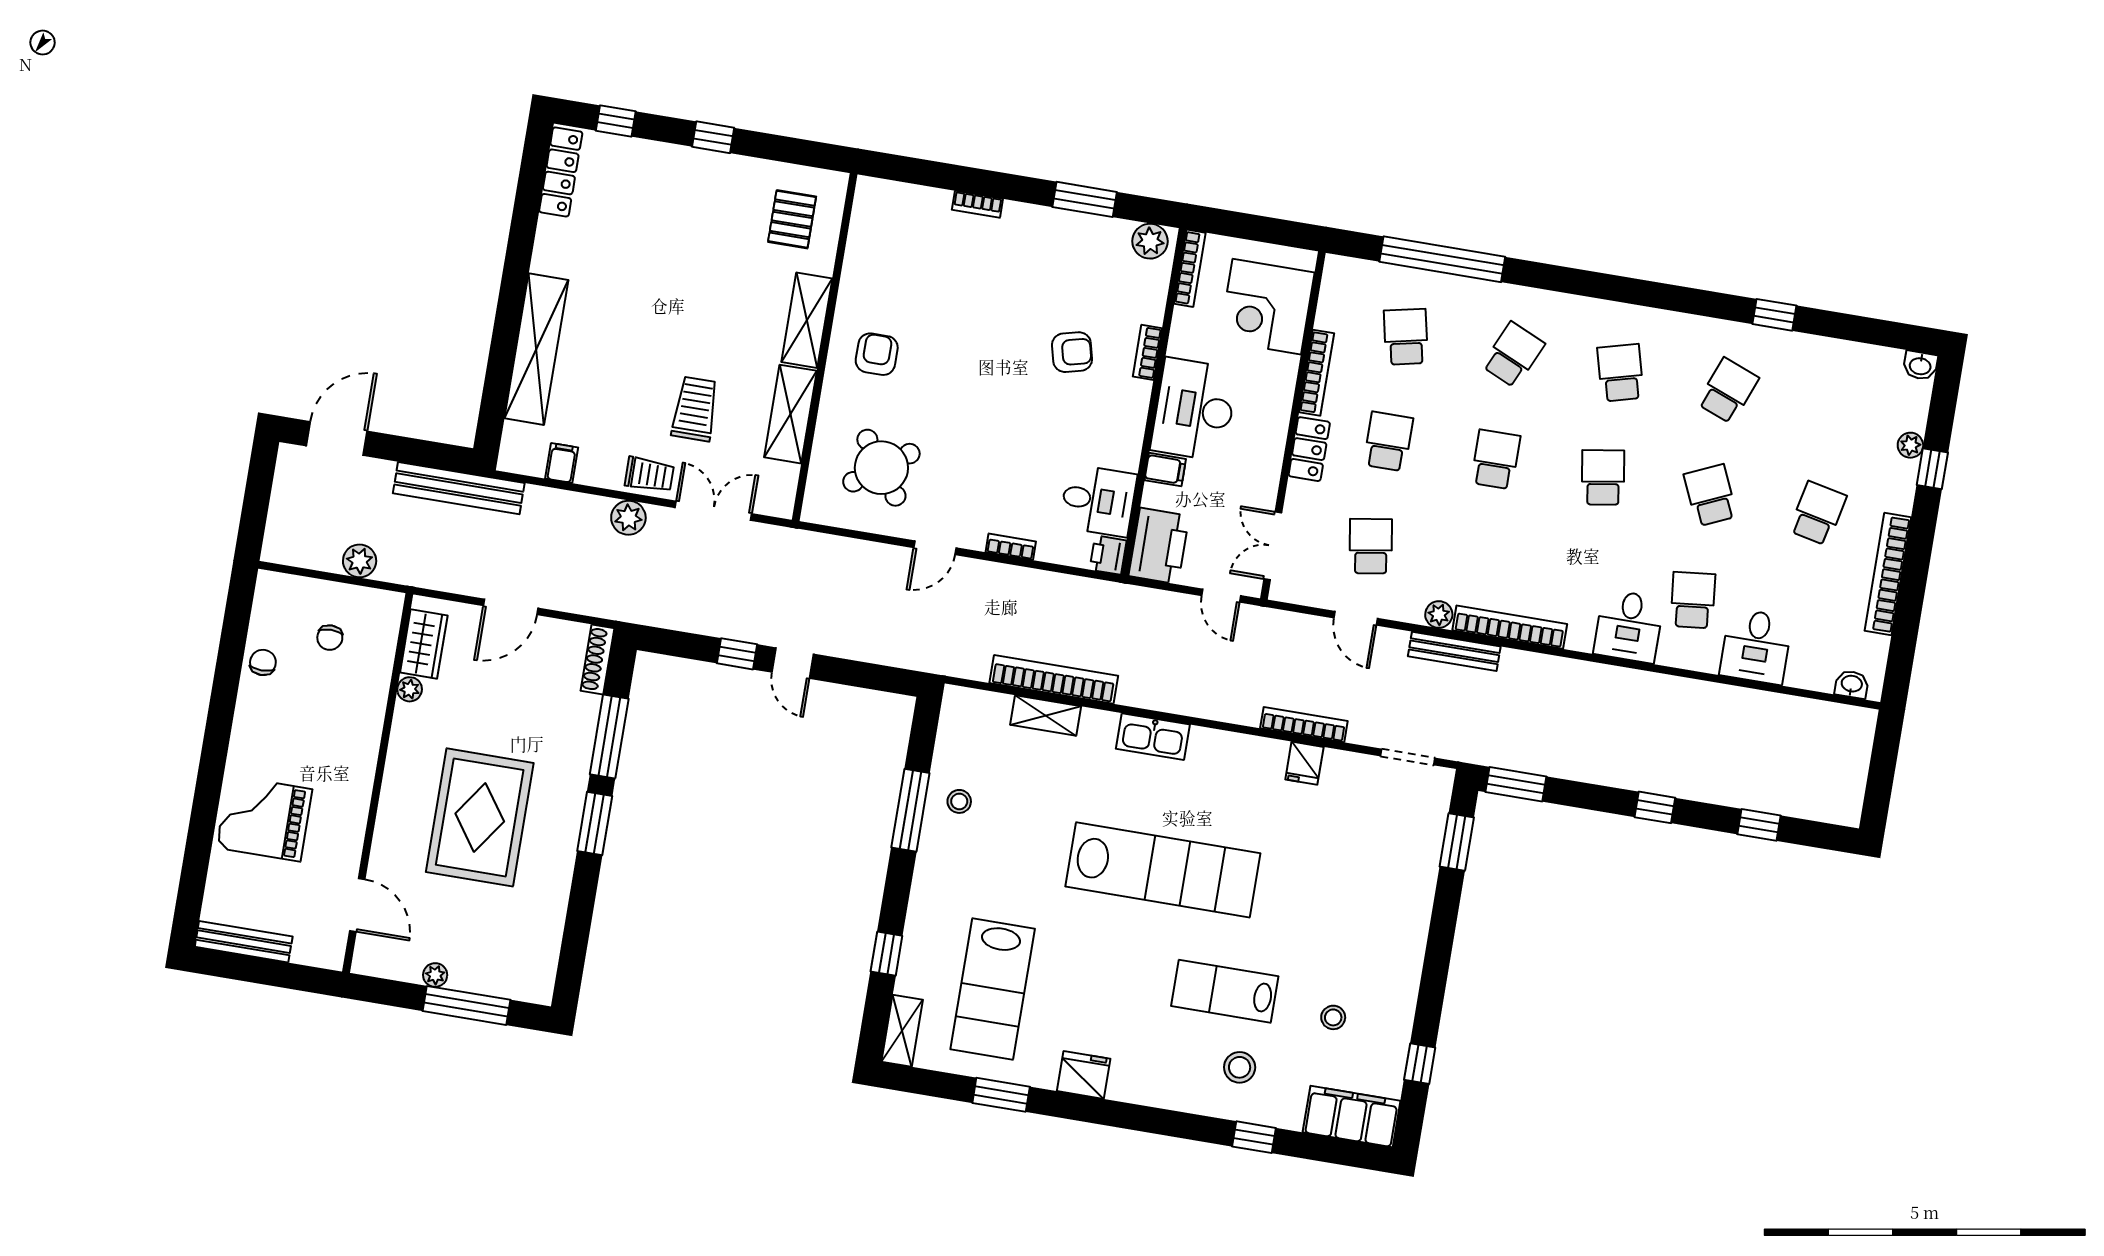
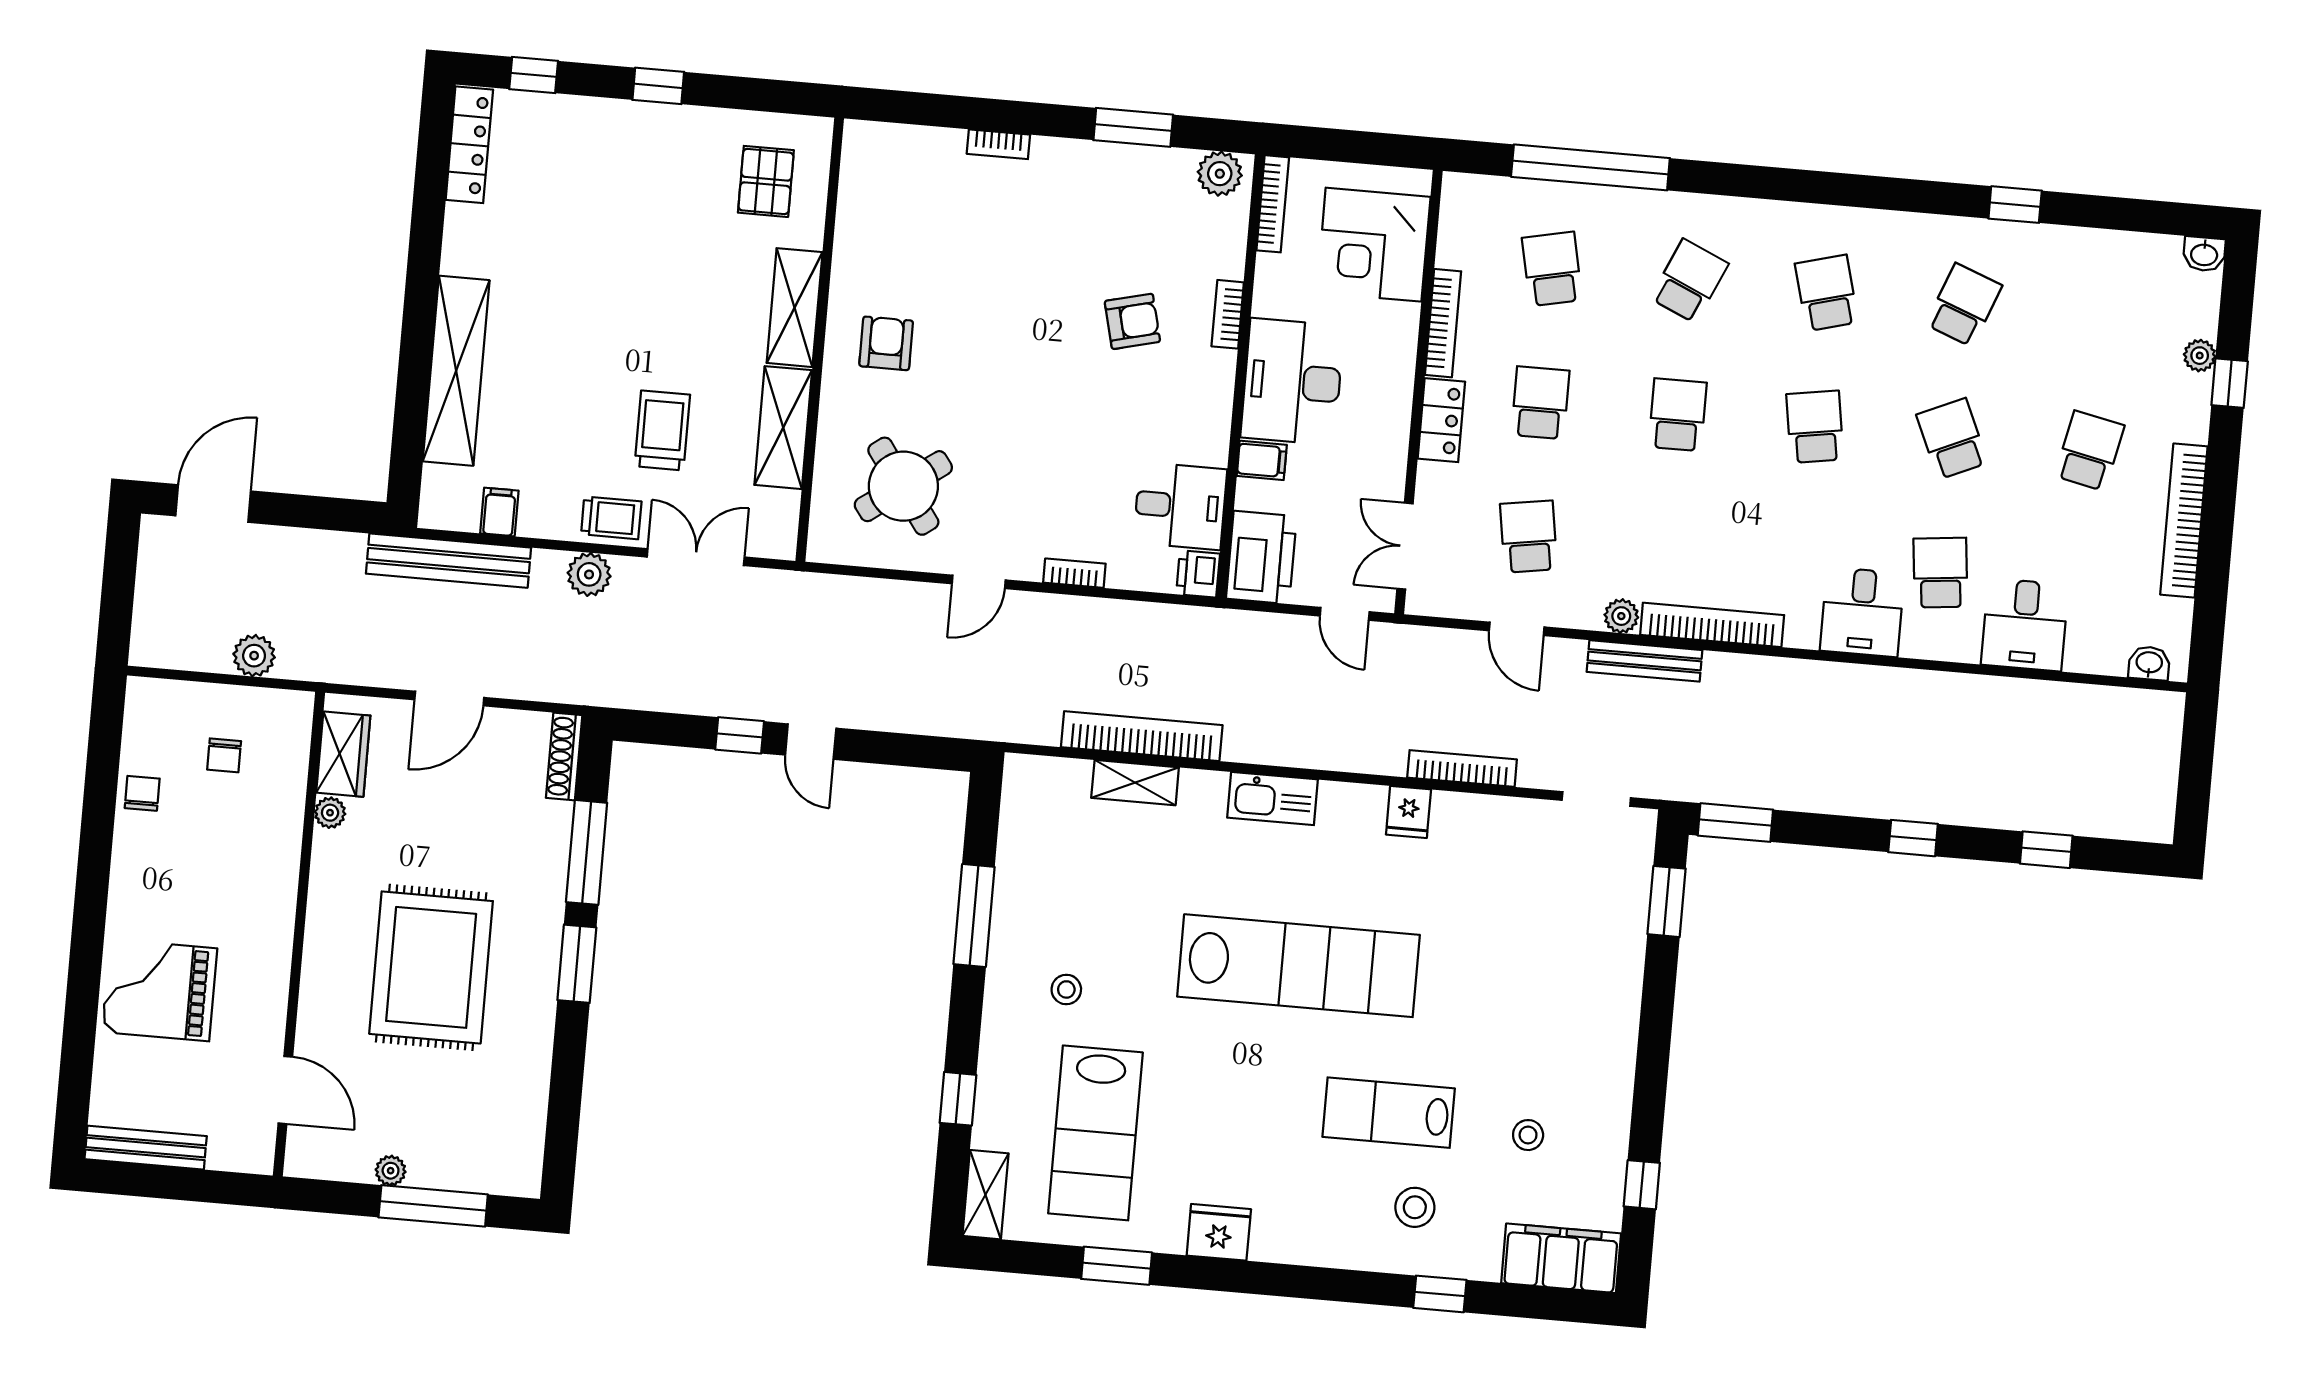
bench: (459, 488) -> (449, 561), moved
fridge: (1304, 763) -> (1409, 812), moved
stool: (959, 801) -> (1066, 989), moved

